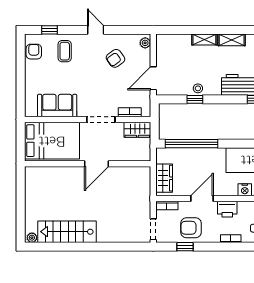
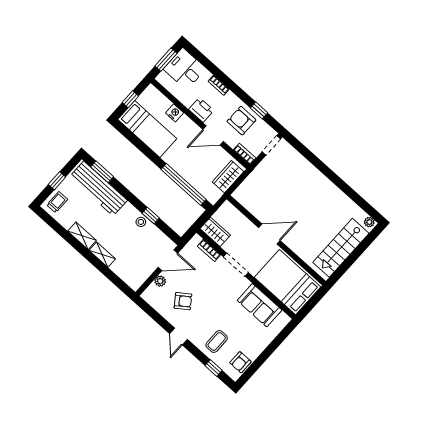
plant: (145, 43) -> (160, 281), moved
armchair: (191, 228) -> (241, 121), turned 180
stairs: (67, 232) -> (341, 248), moved, turned 90

